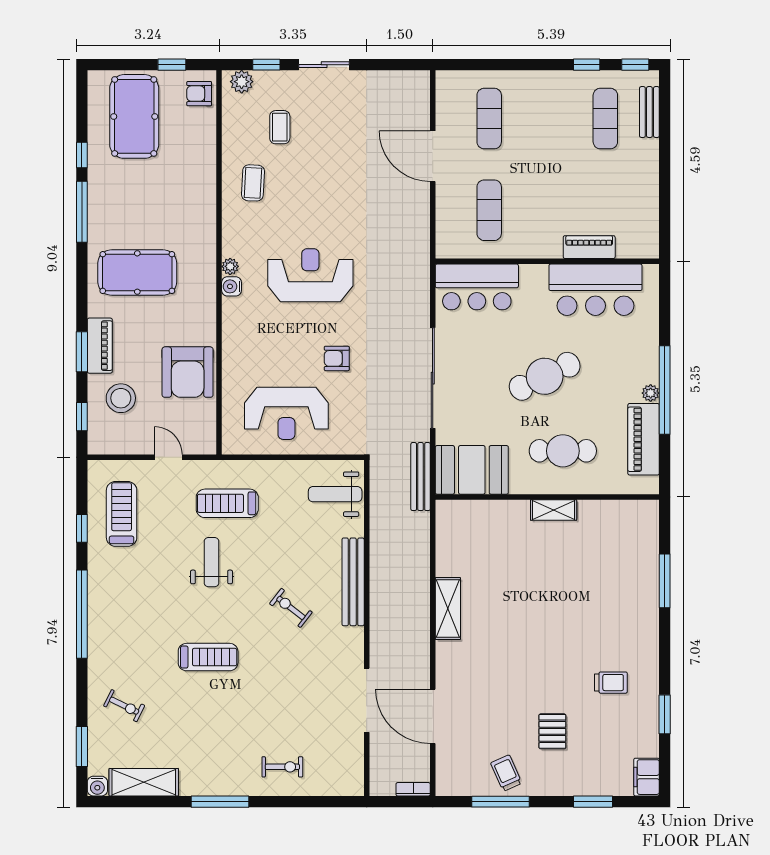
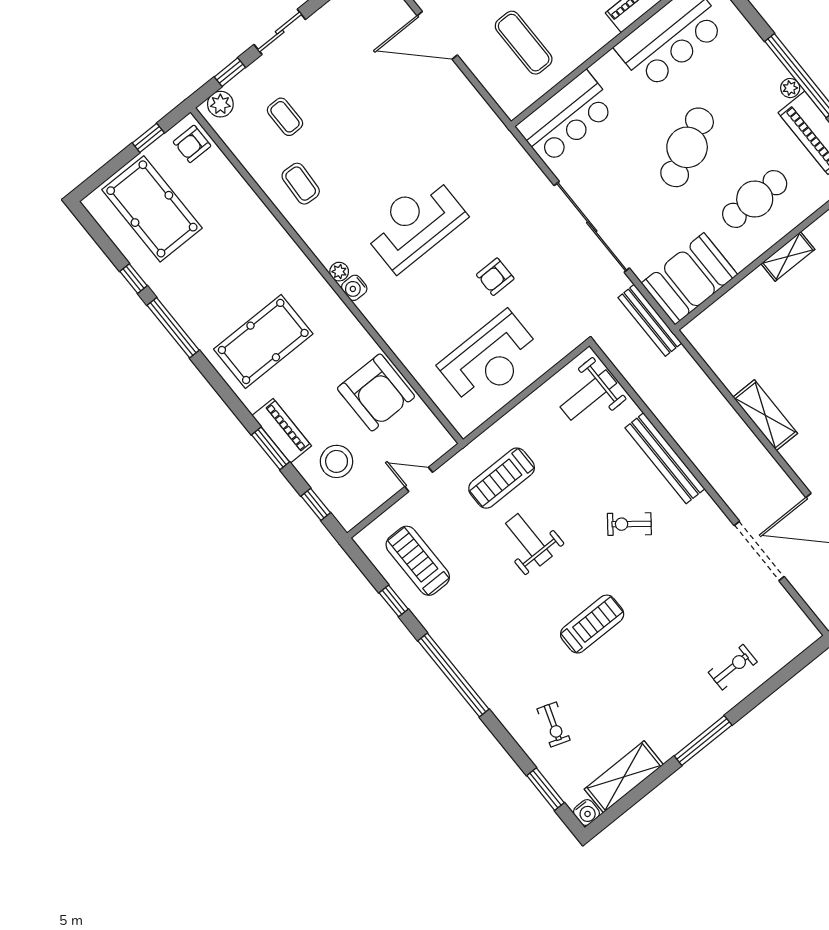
exercise bike: (124, 706) -> (554, 725), turned 83

